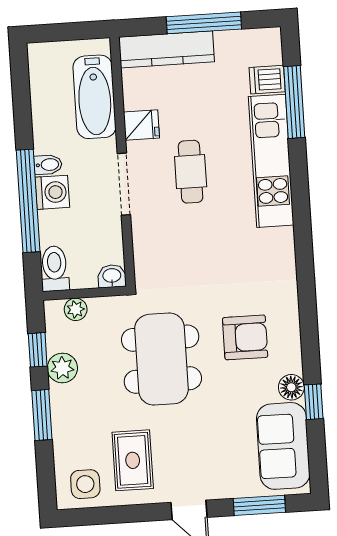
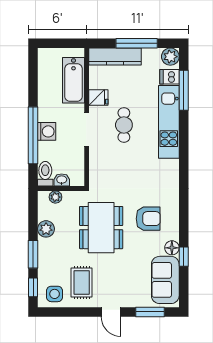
plant: (266, 43) -> (170, 57), added
bidet: (48, 165) -> (45, 116), removed
washbasin: (112, 276) -> (62, 180), moved
window: (38, 350) -> (33, 287), moved

